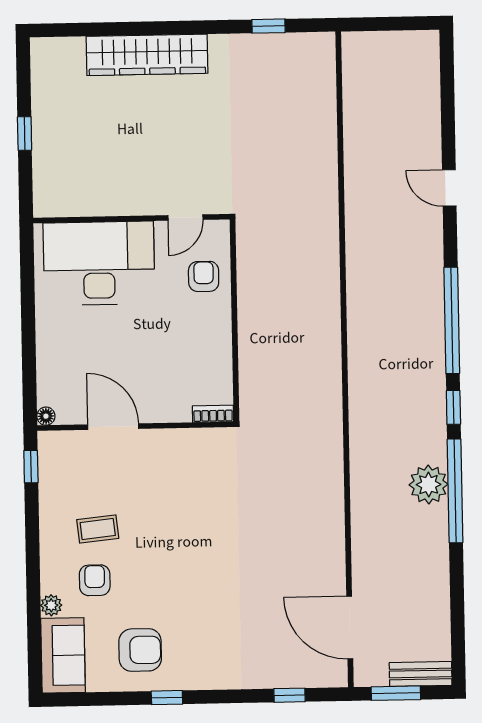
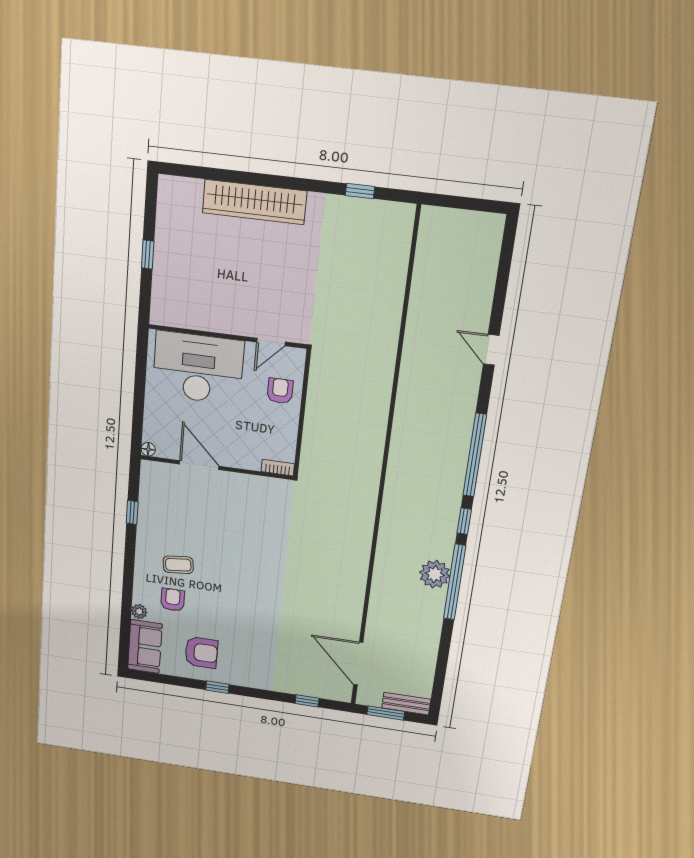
bookcase: (213, 414) -> (278, 468), moved
floor lamp: (46, 416) -> (148, 449), moved
wall: (135, 426) -> (216, 468), moved
door: (113, 427) -> (199, 465), moved

